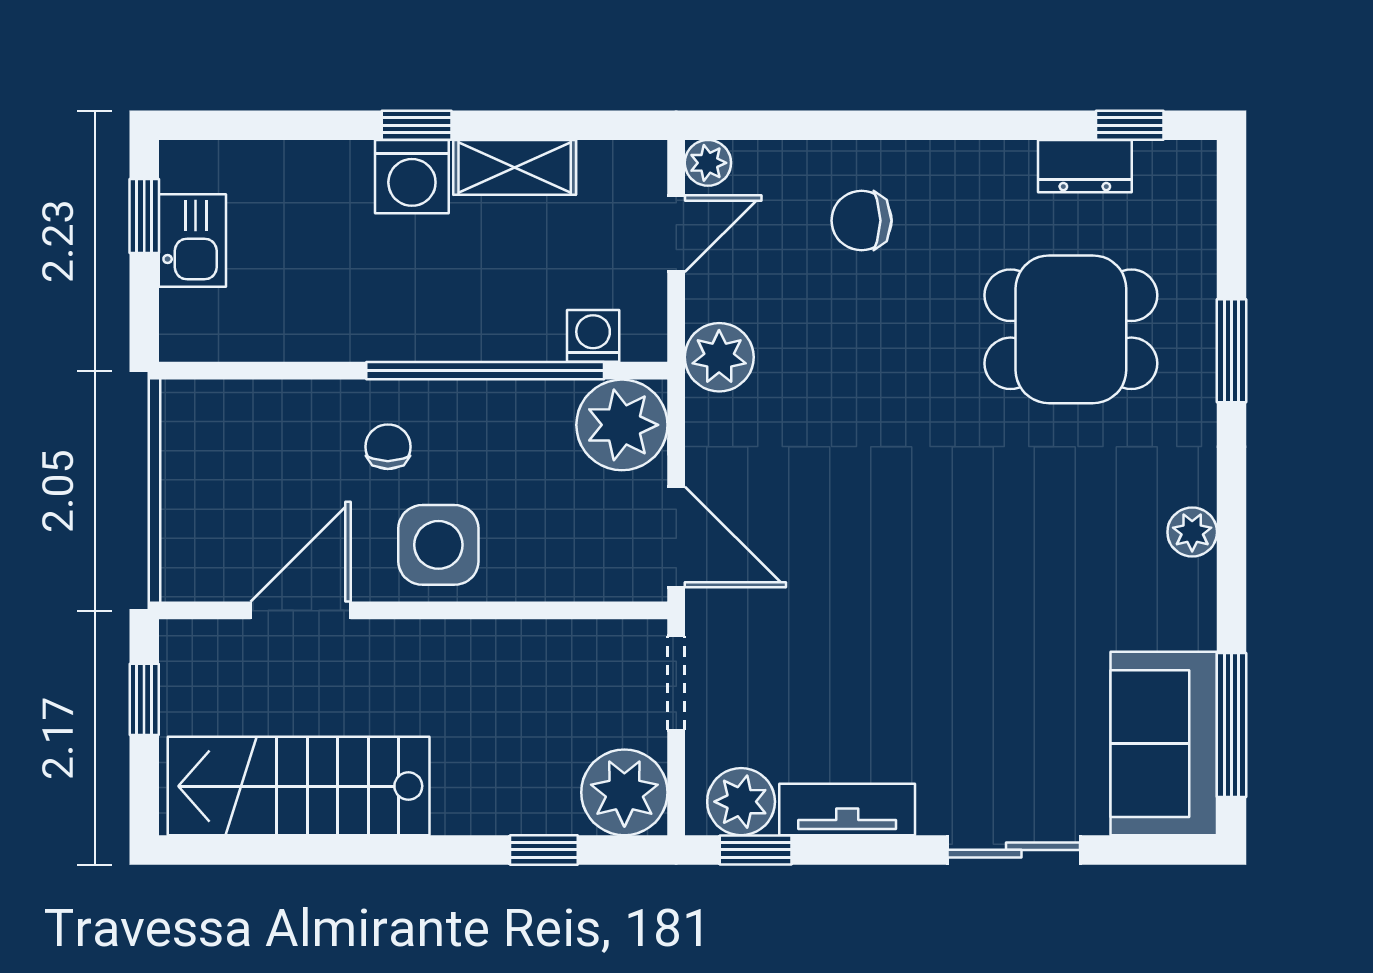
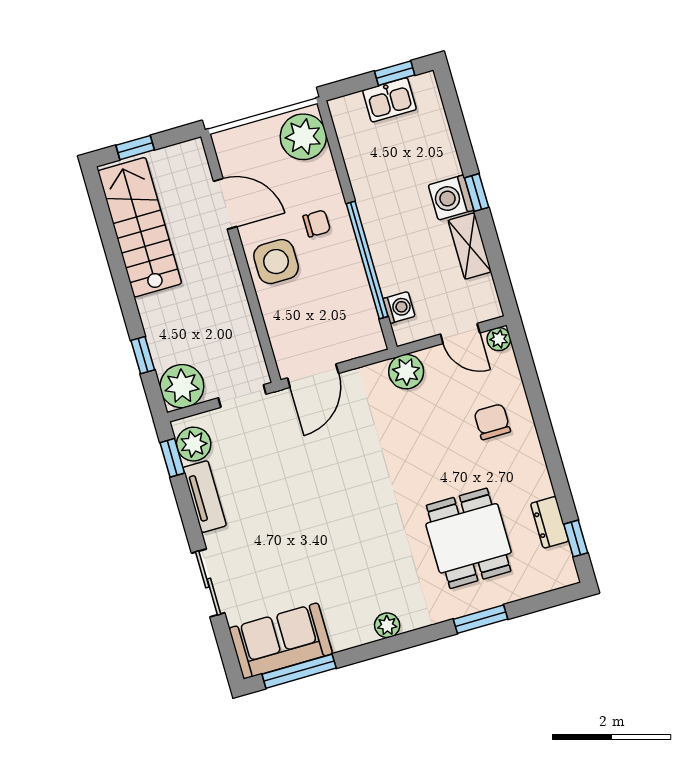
plant: (622, 425) -> (303, 137), moved
window: (144, 699) -> (135, 148), moved

